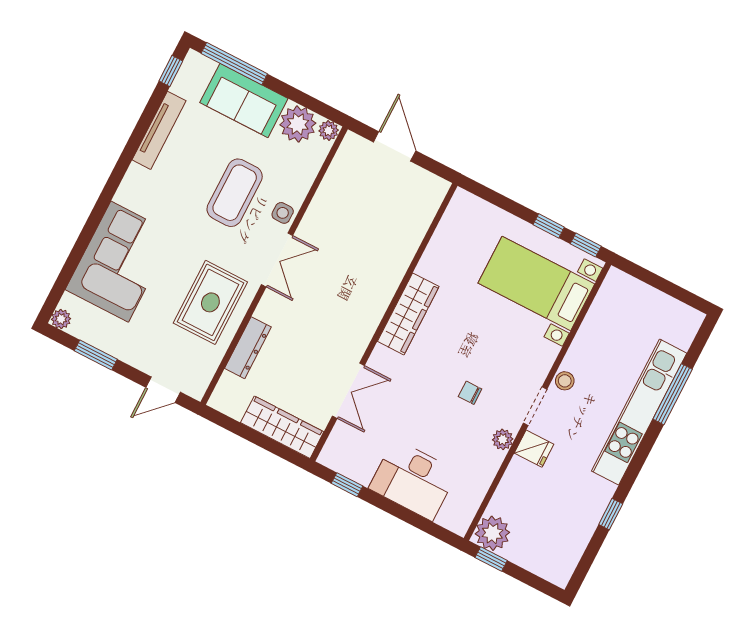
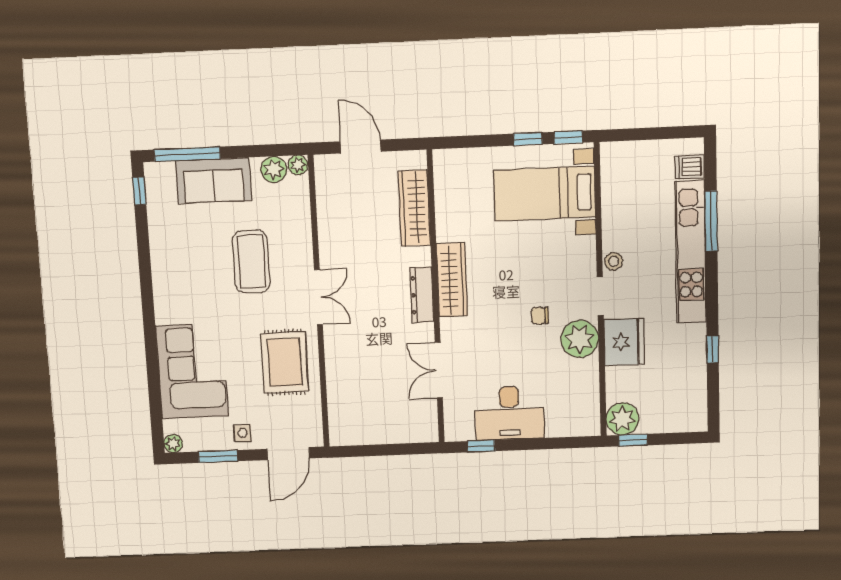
plant: (298, 124) -> (274, 169), width x0.73, depth x0.73
tv unit: (159, 130) -> (159, 246), removed
side table: (283, 213) -> (243, 433), moved
dishwasher: (680, 334) -> (690, 167), added
dresser: (248, 348) -> (422, 295), moved, turned 180
door: (163, 390) -> (288, 454), width x1.37
double door: (348, 391) -> (439, 370), swing flipped
wardrobe: (282, 427) -> (414, 208), moved, turned -90
plant: (503, 439) -> (580, 339), width x1.88, depth x1.88
fridge: (534, 449) -> (624, 342), width x1.88, depth x1.34
desk: (413, 480) -> (509, 413), moved

